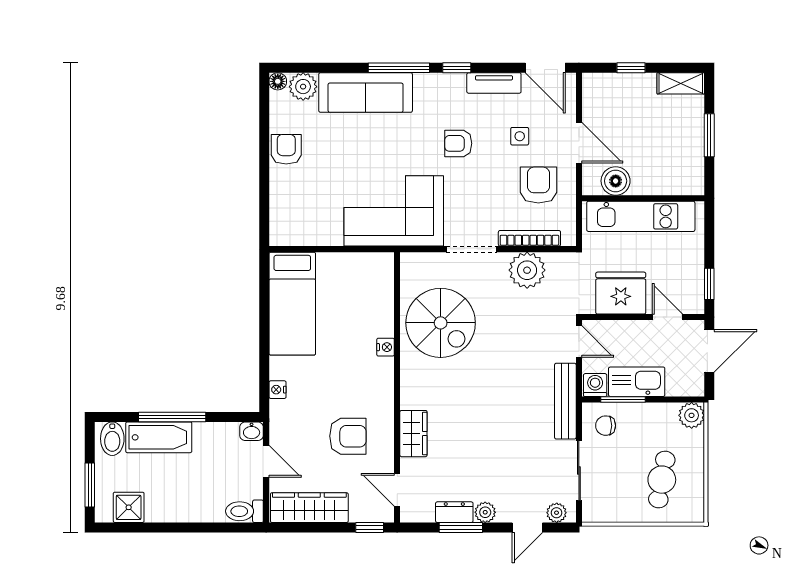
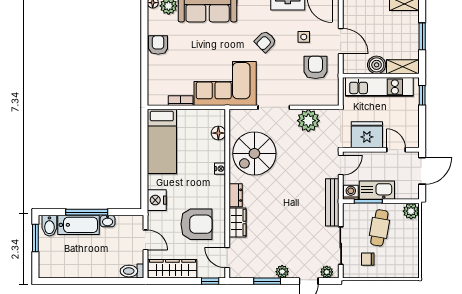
armchair: (458, 143) -> (265, 41), turned -45
boiler: (616, 181) -> (377, 65), moved
shelving: (678, 184) -> (403, 67), added
bookcase: (529, 238) -> (181, 101), moved, width x0.64
window: (709, 284) -> (422, 95), moved
floor lamp: (383, 290) -> (218, 133), added
spiral stairs: (441, 323) -> (254, 153), turned 90
door: (579, 342) -> (341, 165), hinge flipped
nightstand: (278, 390) -> (157, 200), width x1.89, depth x1.79
chair: (606, 426) -> (368, 259), moved
washbasin: (252, 431) -> (108, 221), moved
armchair: (348, 436) -> (197, 224), width x1.36, depth x1.36
cafe table: (662, 480) -> (379, 228), moved
window: (90, 485) -> (35, 238), moved
shower: (129, 507) -> (60, 269), removed
dresser: (454, 512) -> (236, 195), moved, turned 90

